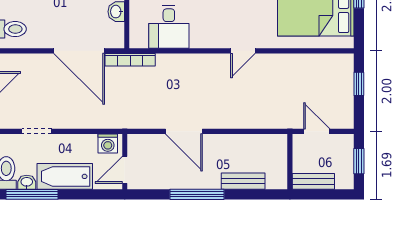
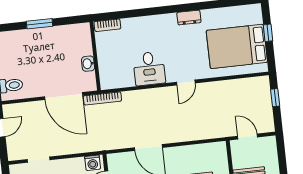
desk: (169, 27) -> (149, 68), moved
window: (359, 161) -> (282, 155), removed

